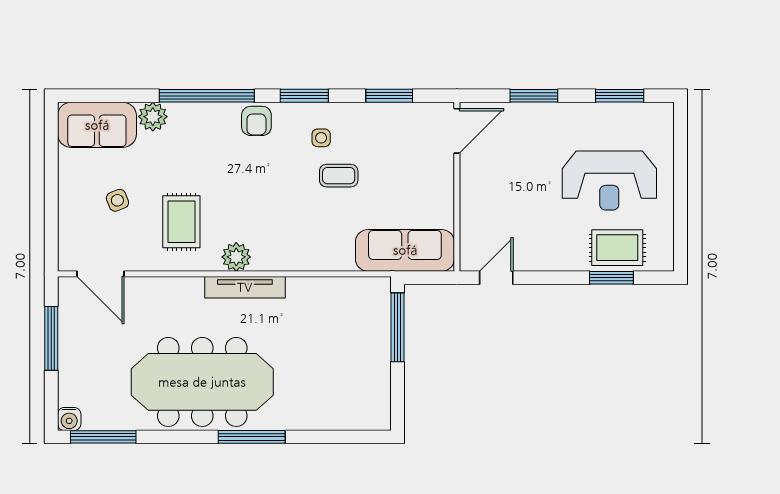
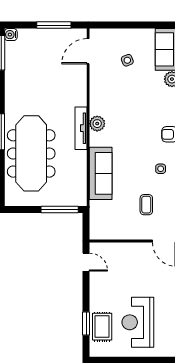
coffee table: (339, 176) -> (146, 205), moved
rug: (181, 222) -> (116, 94), removed
sofa: (405, 250) -> (101, 173), moved
meeting table: (202, 382) -> (31, 153), moved

